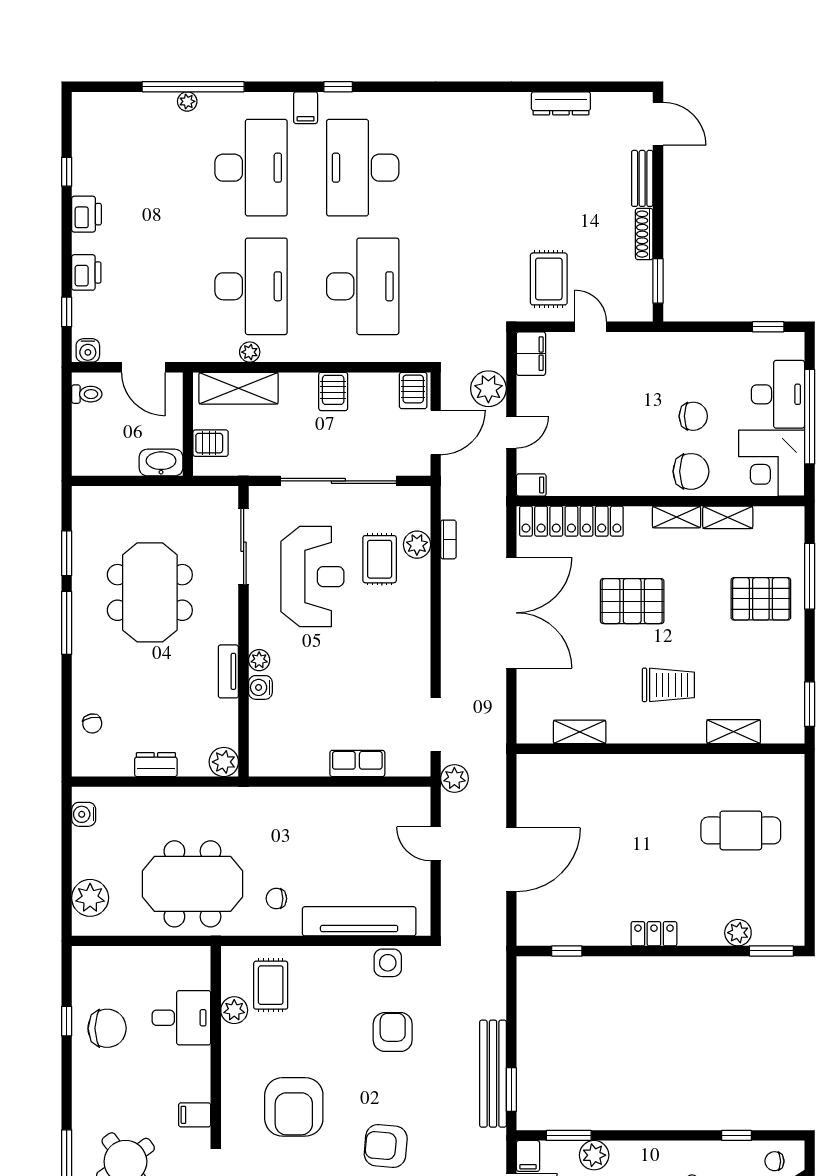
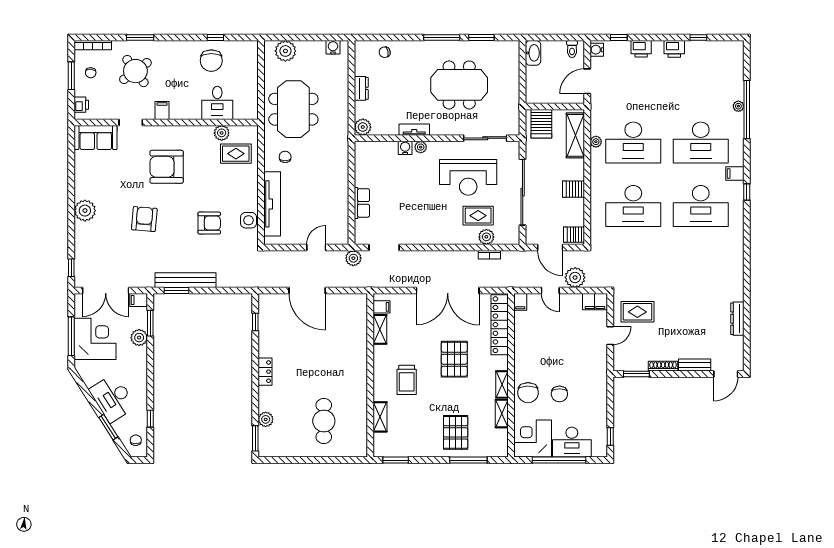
desk: (363, 168) -> (701, 206), turned 180
server rack: (211, 443) -> (541, 124), width x1.36, depth x1.44
washbasin: (161, 463) -> (533, 53), moved
filing cabinet: (540, 729) -> (382, 307), added

